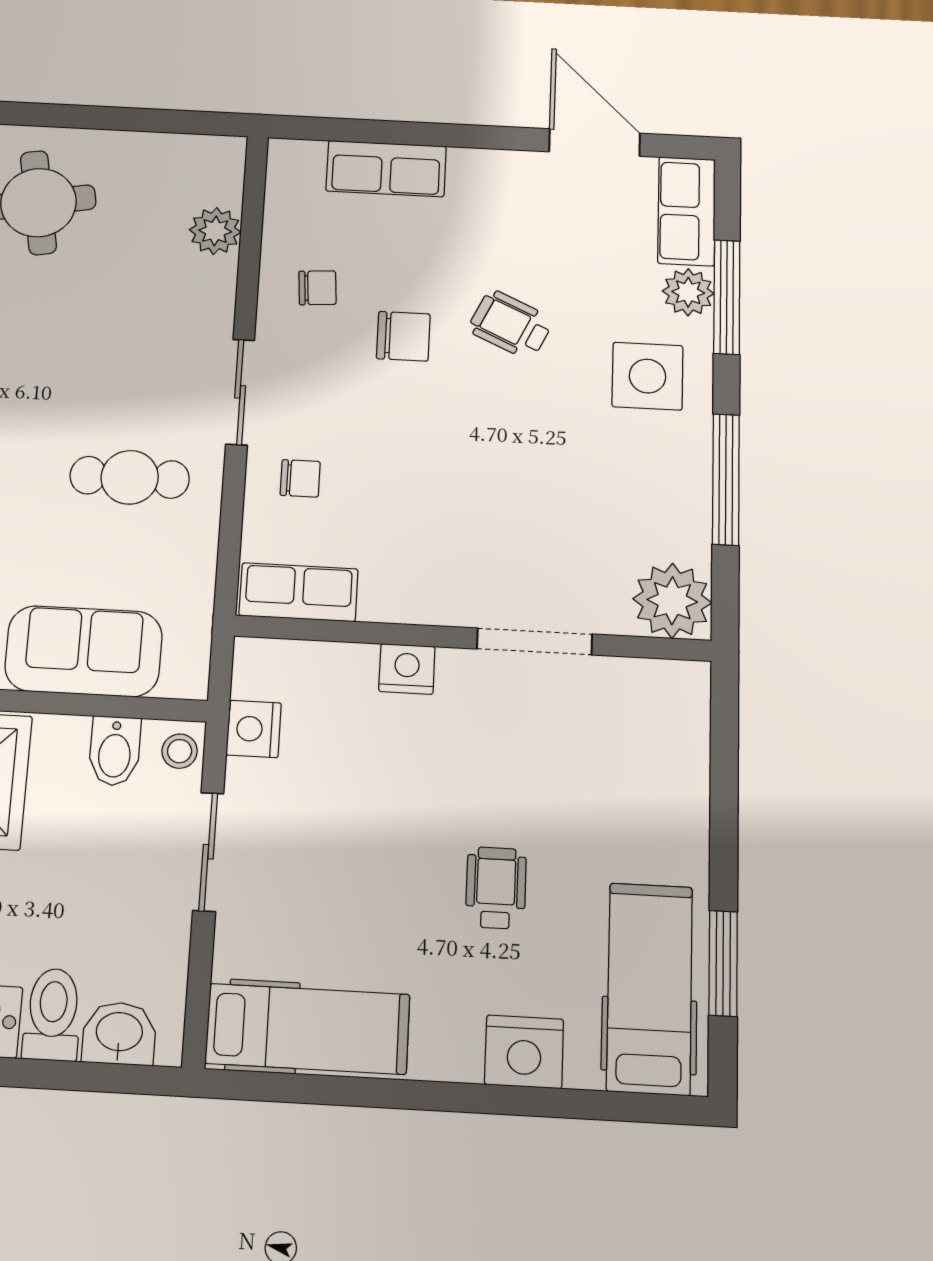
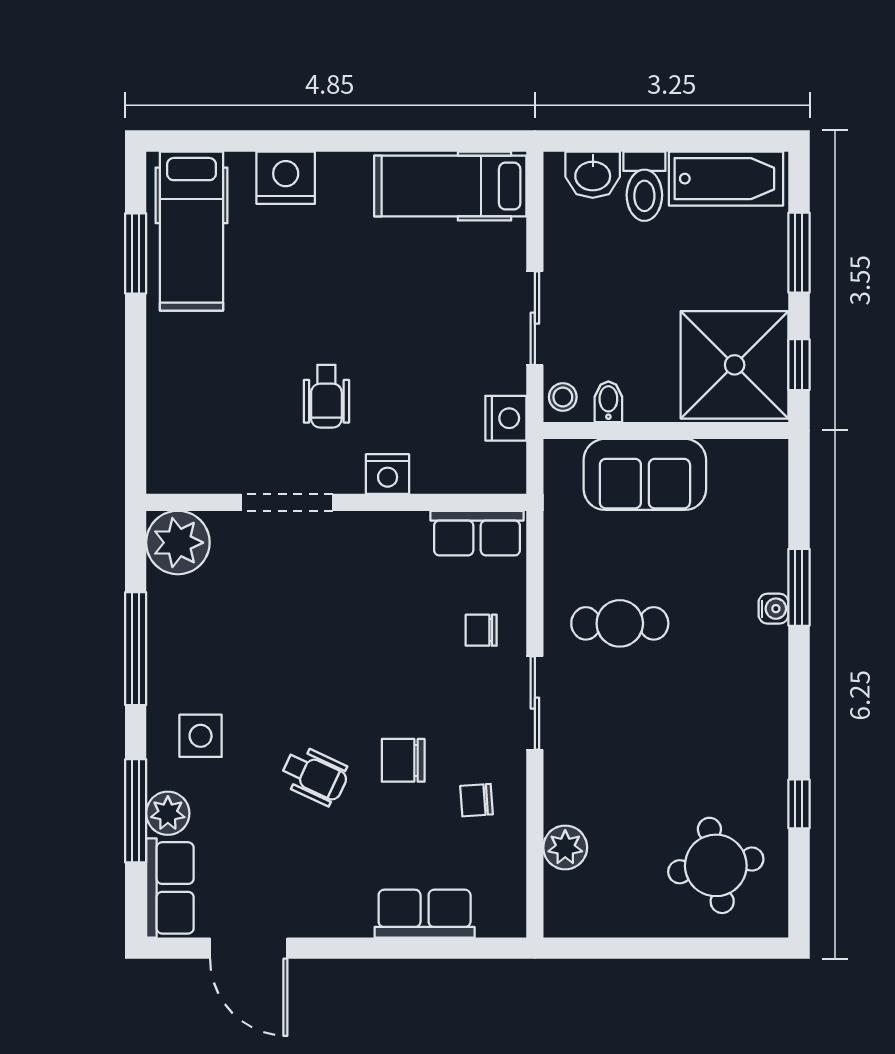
side table: (647, 376) -> (201, 736), width x0.73, depth x0.73
bidet: (115, 751) -> (608, 402), width x0.72, depth x0.74
wheelchair: (496, 888) -> (326, 396), moved

